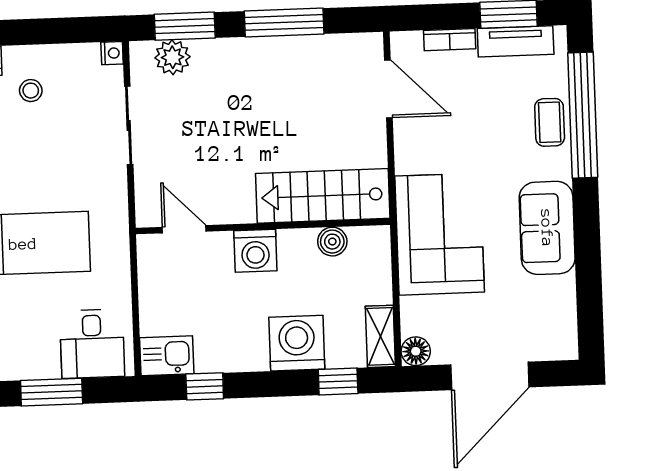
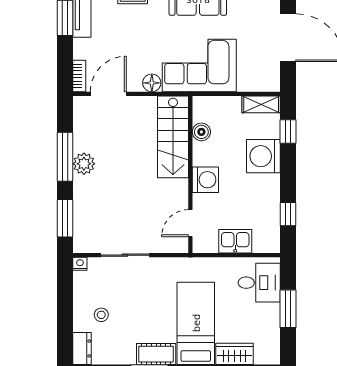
bookcase: (450, 40) -> (79, 76), moved
plant: (172, 57) -> (84, 164), moved
floor lamp: (416, 351) -> (152, 83), moved
kitchen sink: (167, 356) -> (235, 241), moved, turned 90

